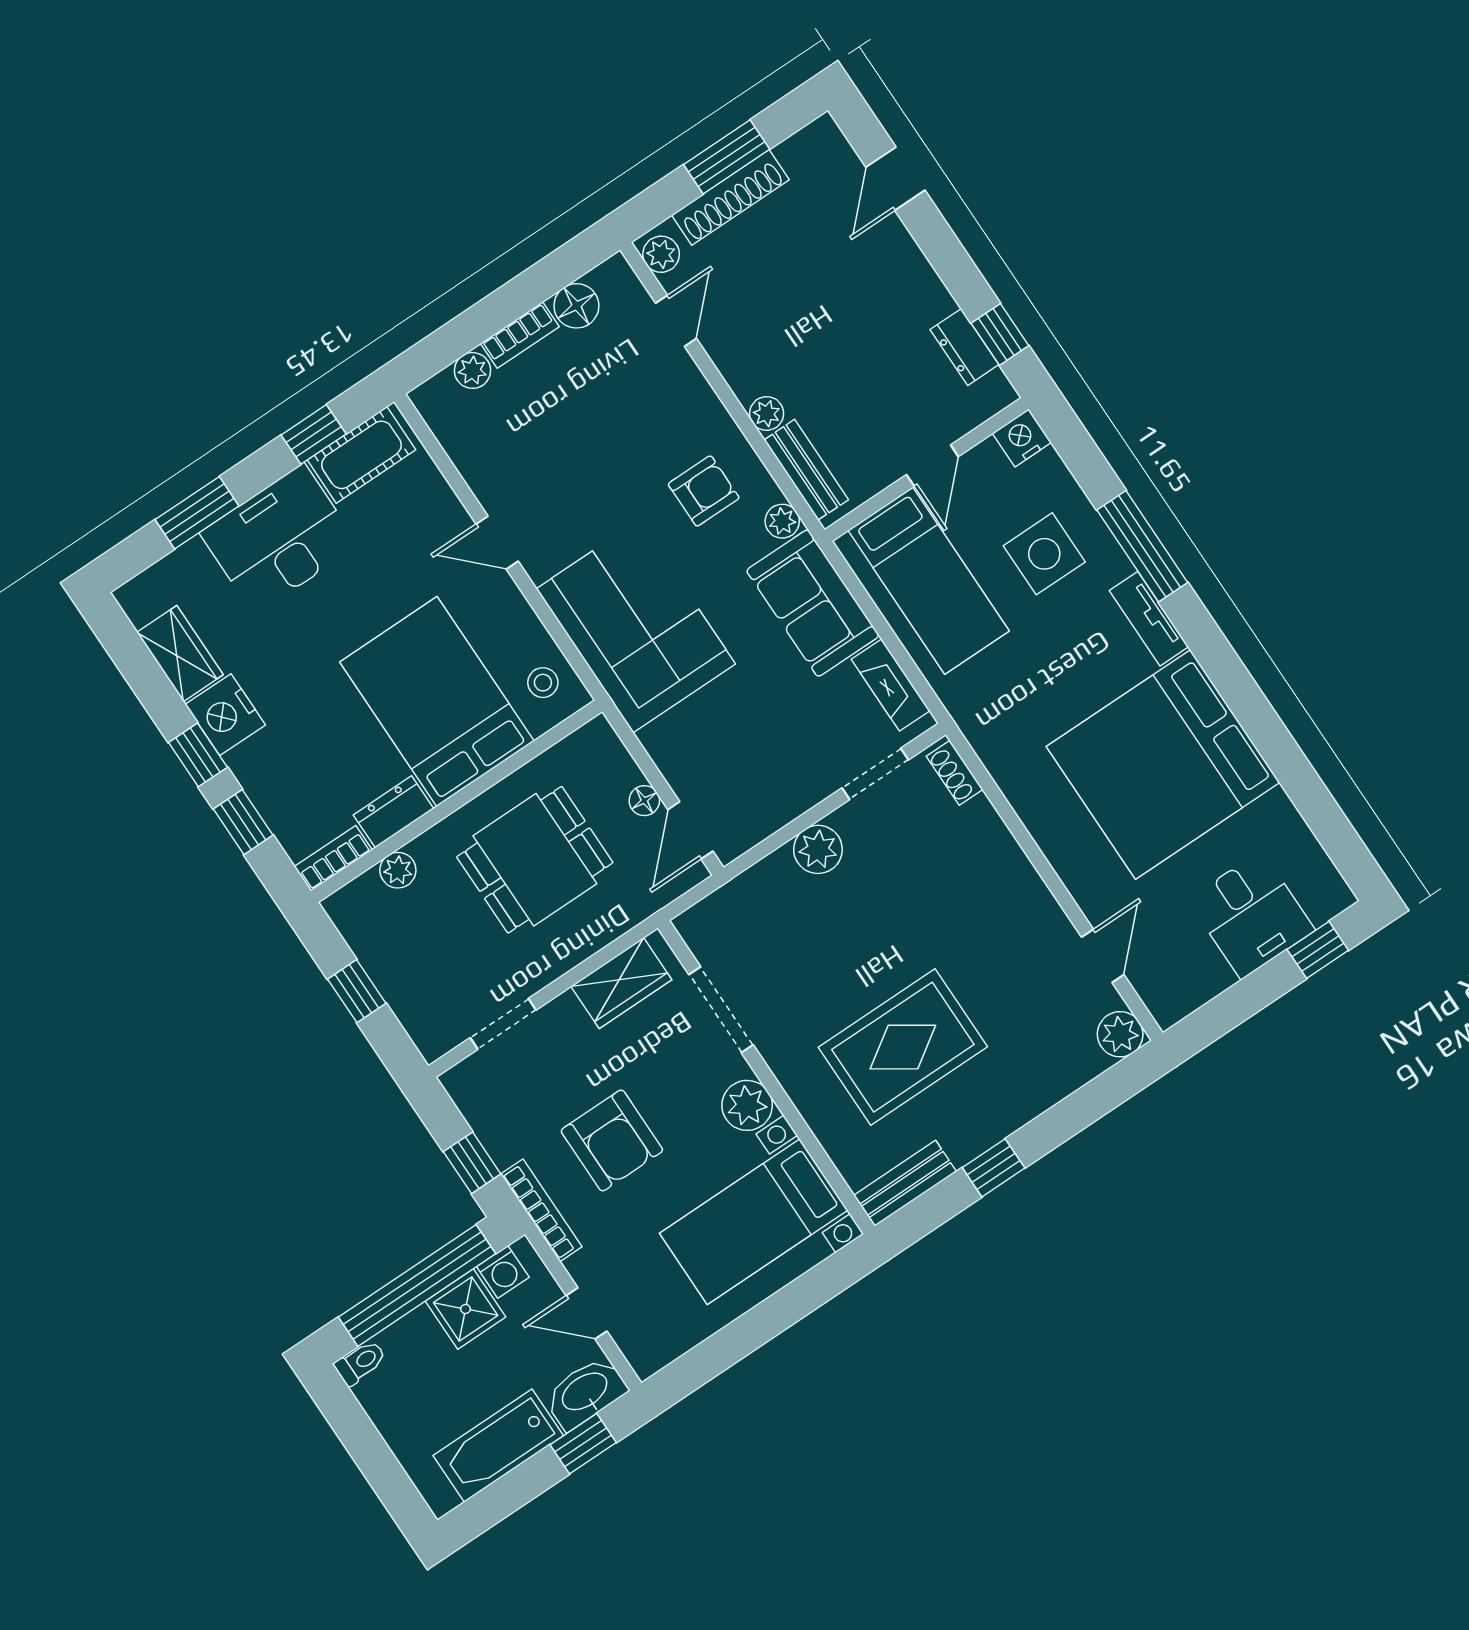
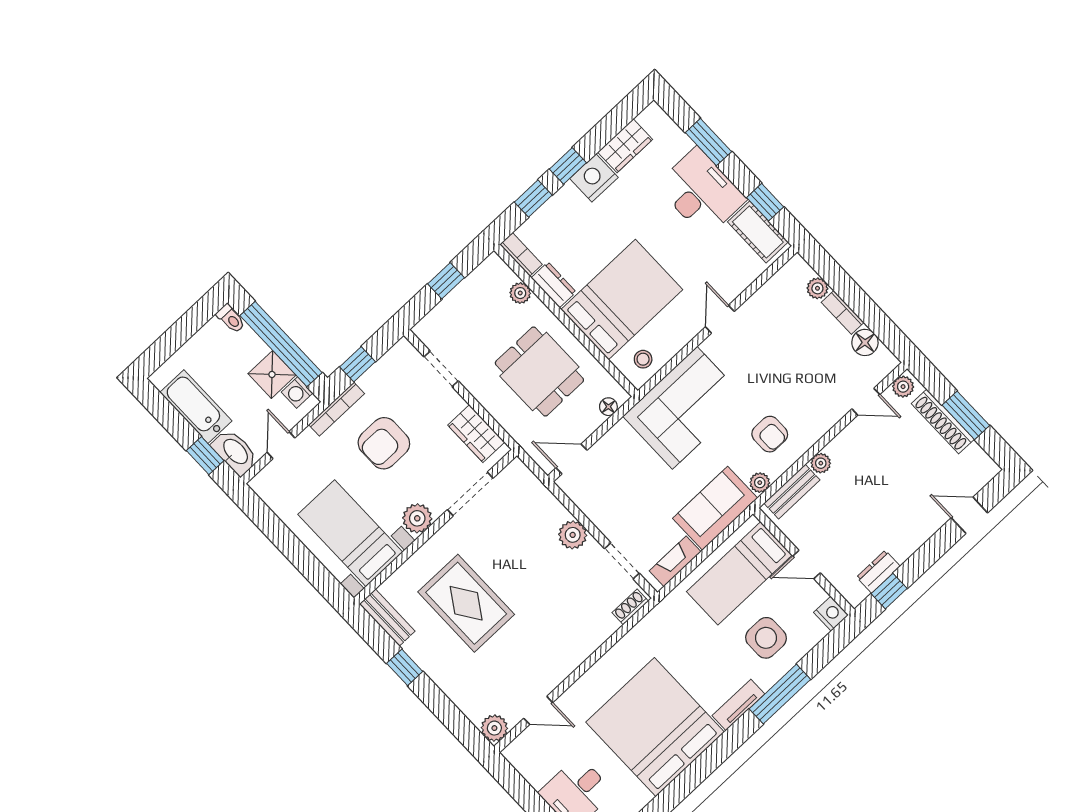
floor lamp: (644, 801) -> (608, 407), moved

